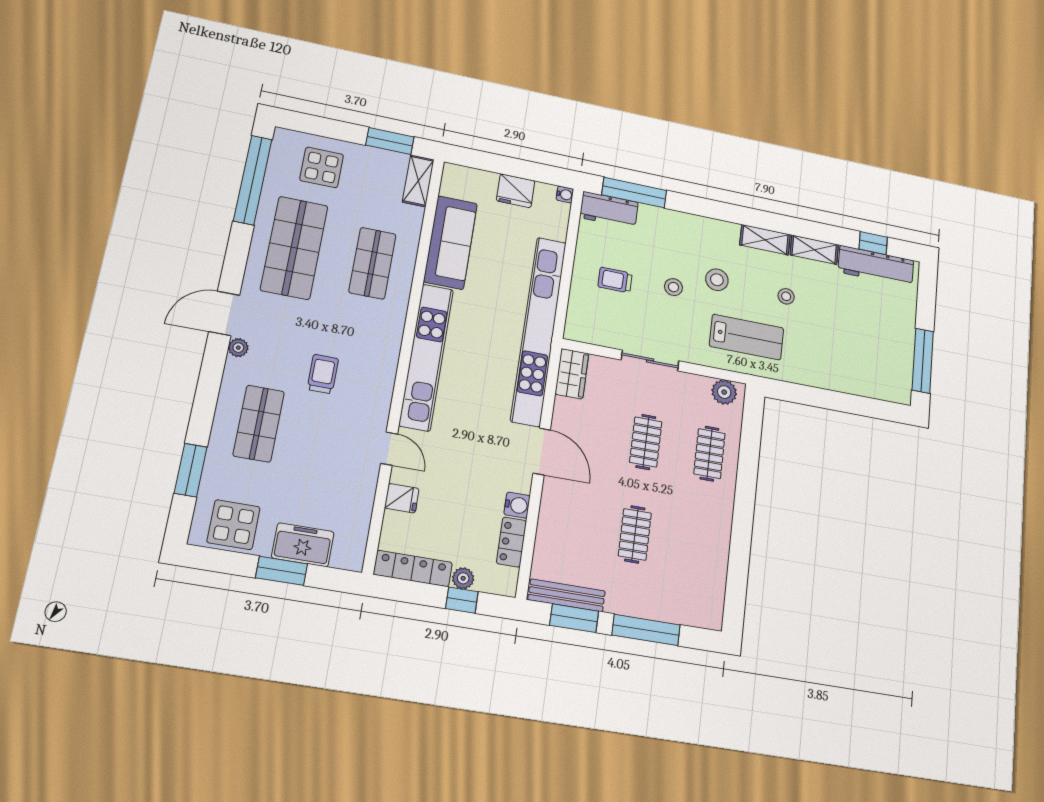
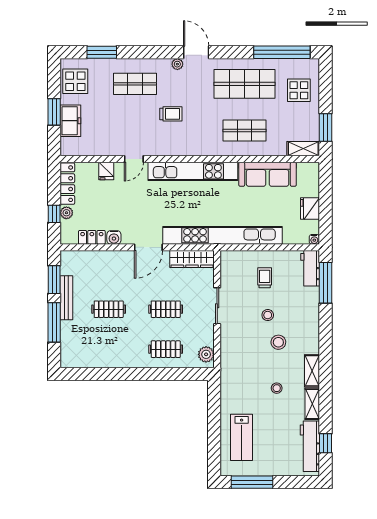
lab bench: (747, 337) -> (242, 437), moved
wardrobe: (572, 374) -> (192, 259), width x1.50
bench: (567, 595) -> (66, 298), moved

